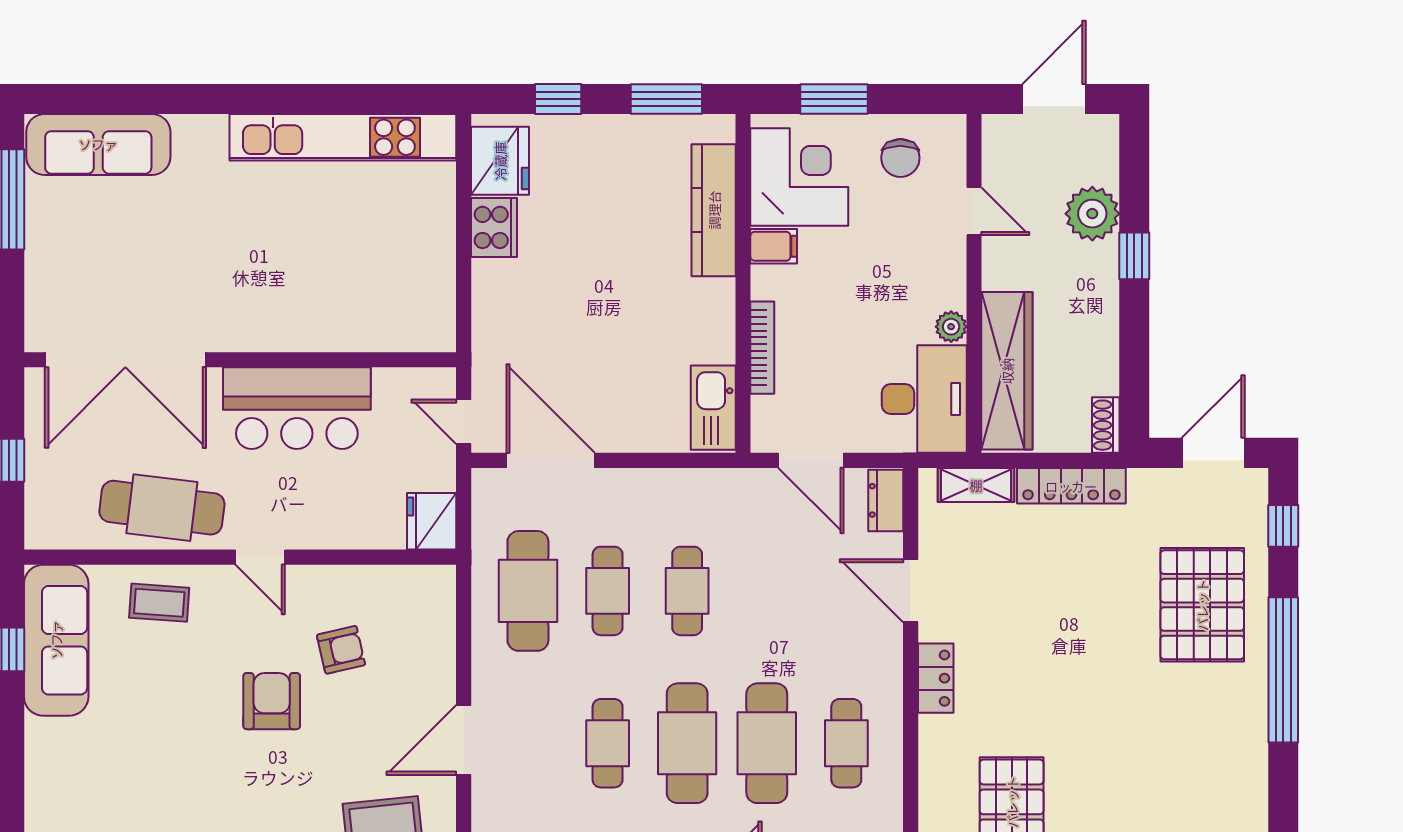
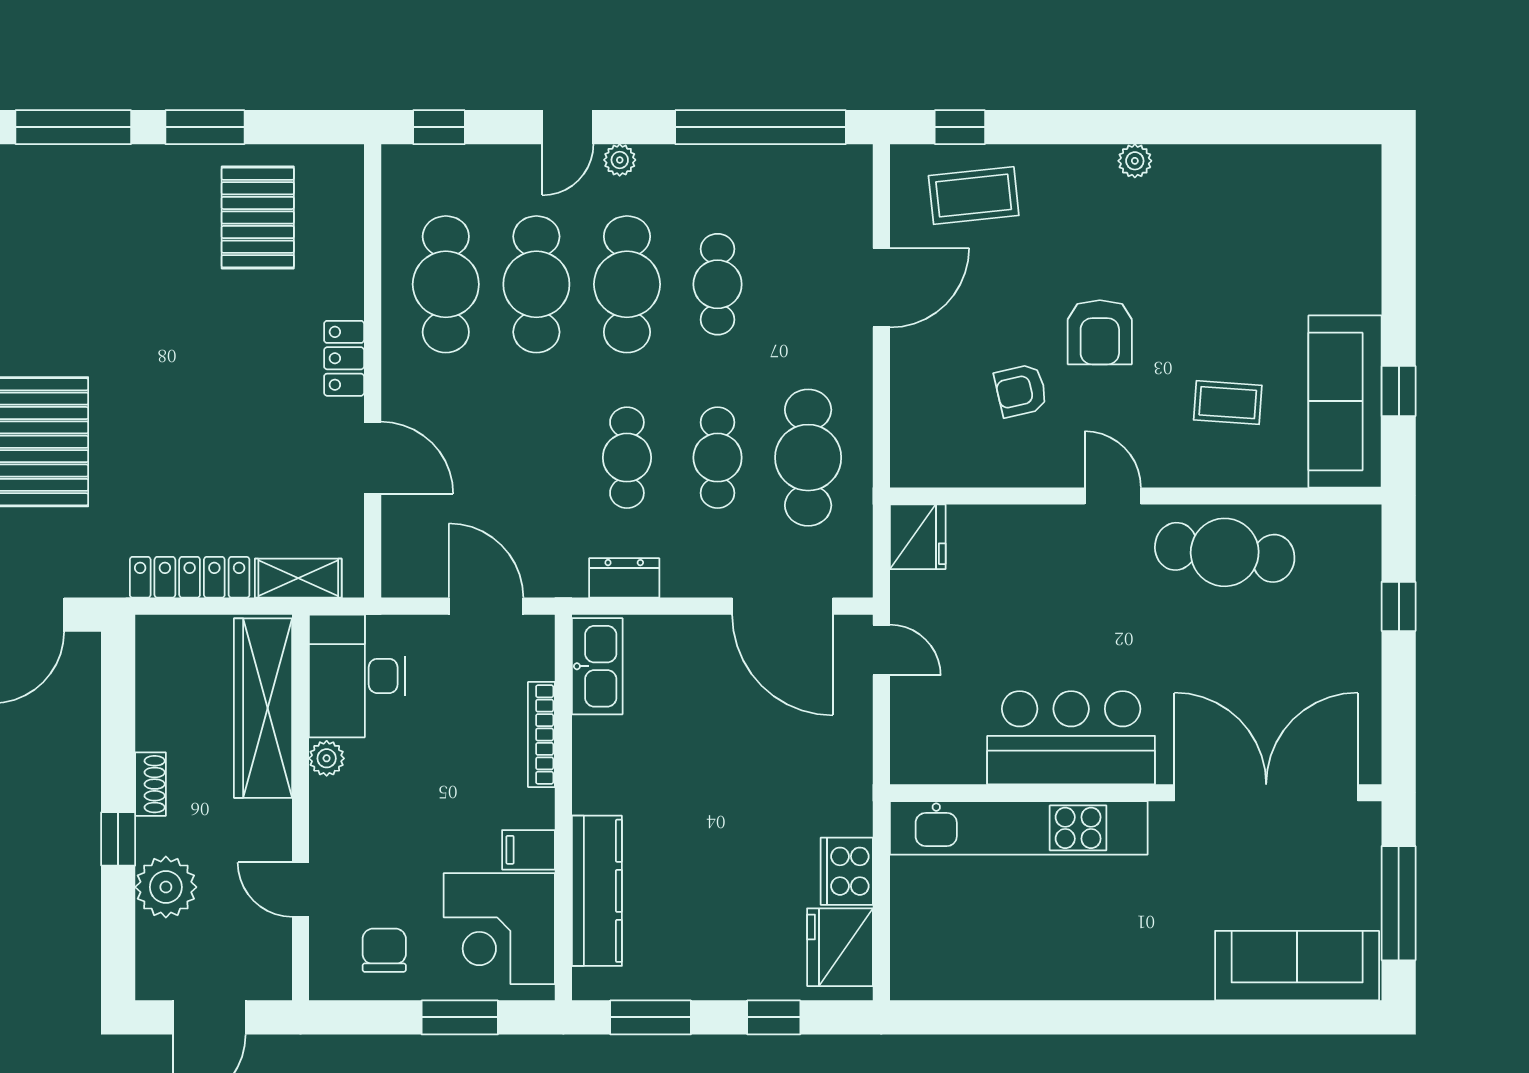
kitchen unit: (343, 137) -> (1019, 828), moved, turned 180
double door: (125, 360) -> (1266, 793), moved
wall: (240, 360) -> (1136, 793), moved
bar counter: (297, 408) -> (1071, 738), moved
shoe rack: (1106, 425) -> (151, 784), moved
dresser: (886, 500) -> (624, 578), moved, turned -90
coffee table: (159, 603) -> (1228, 403), moved
cafe table: (846, 743) -> (446, 284), width x1.37, depth x1.35

